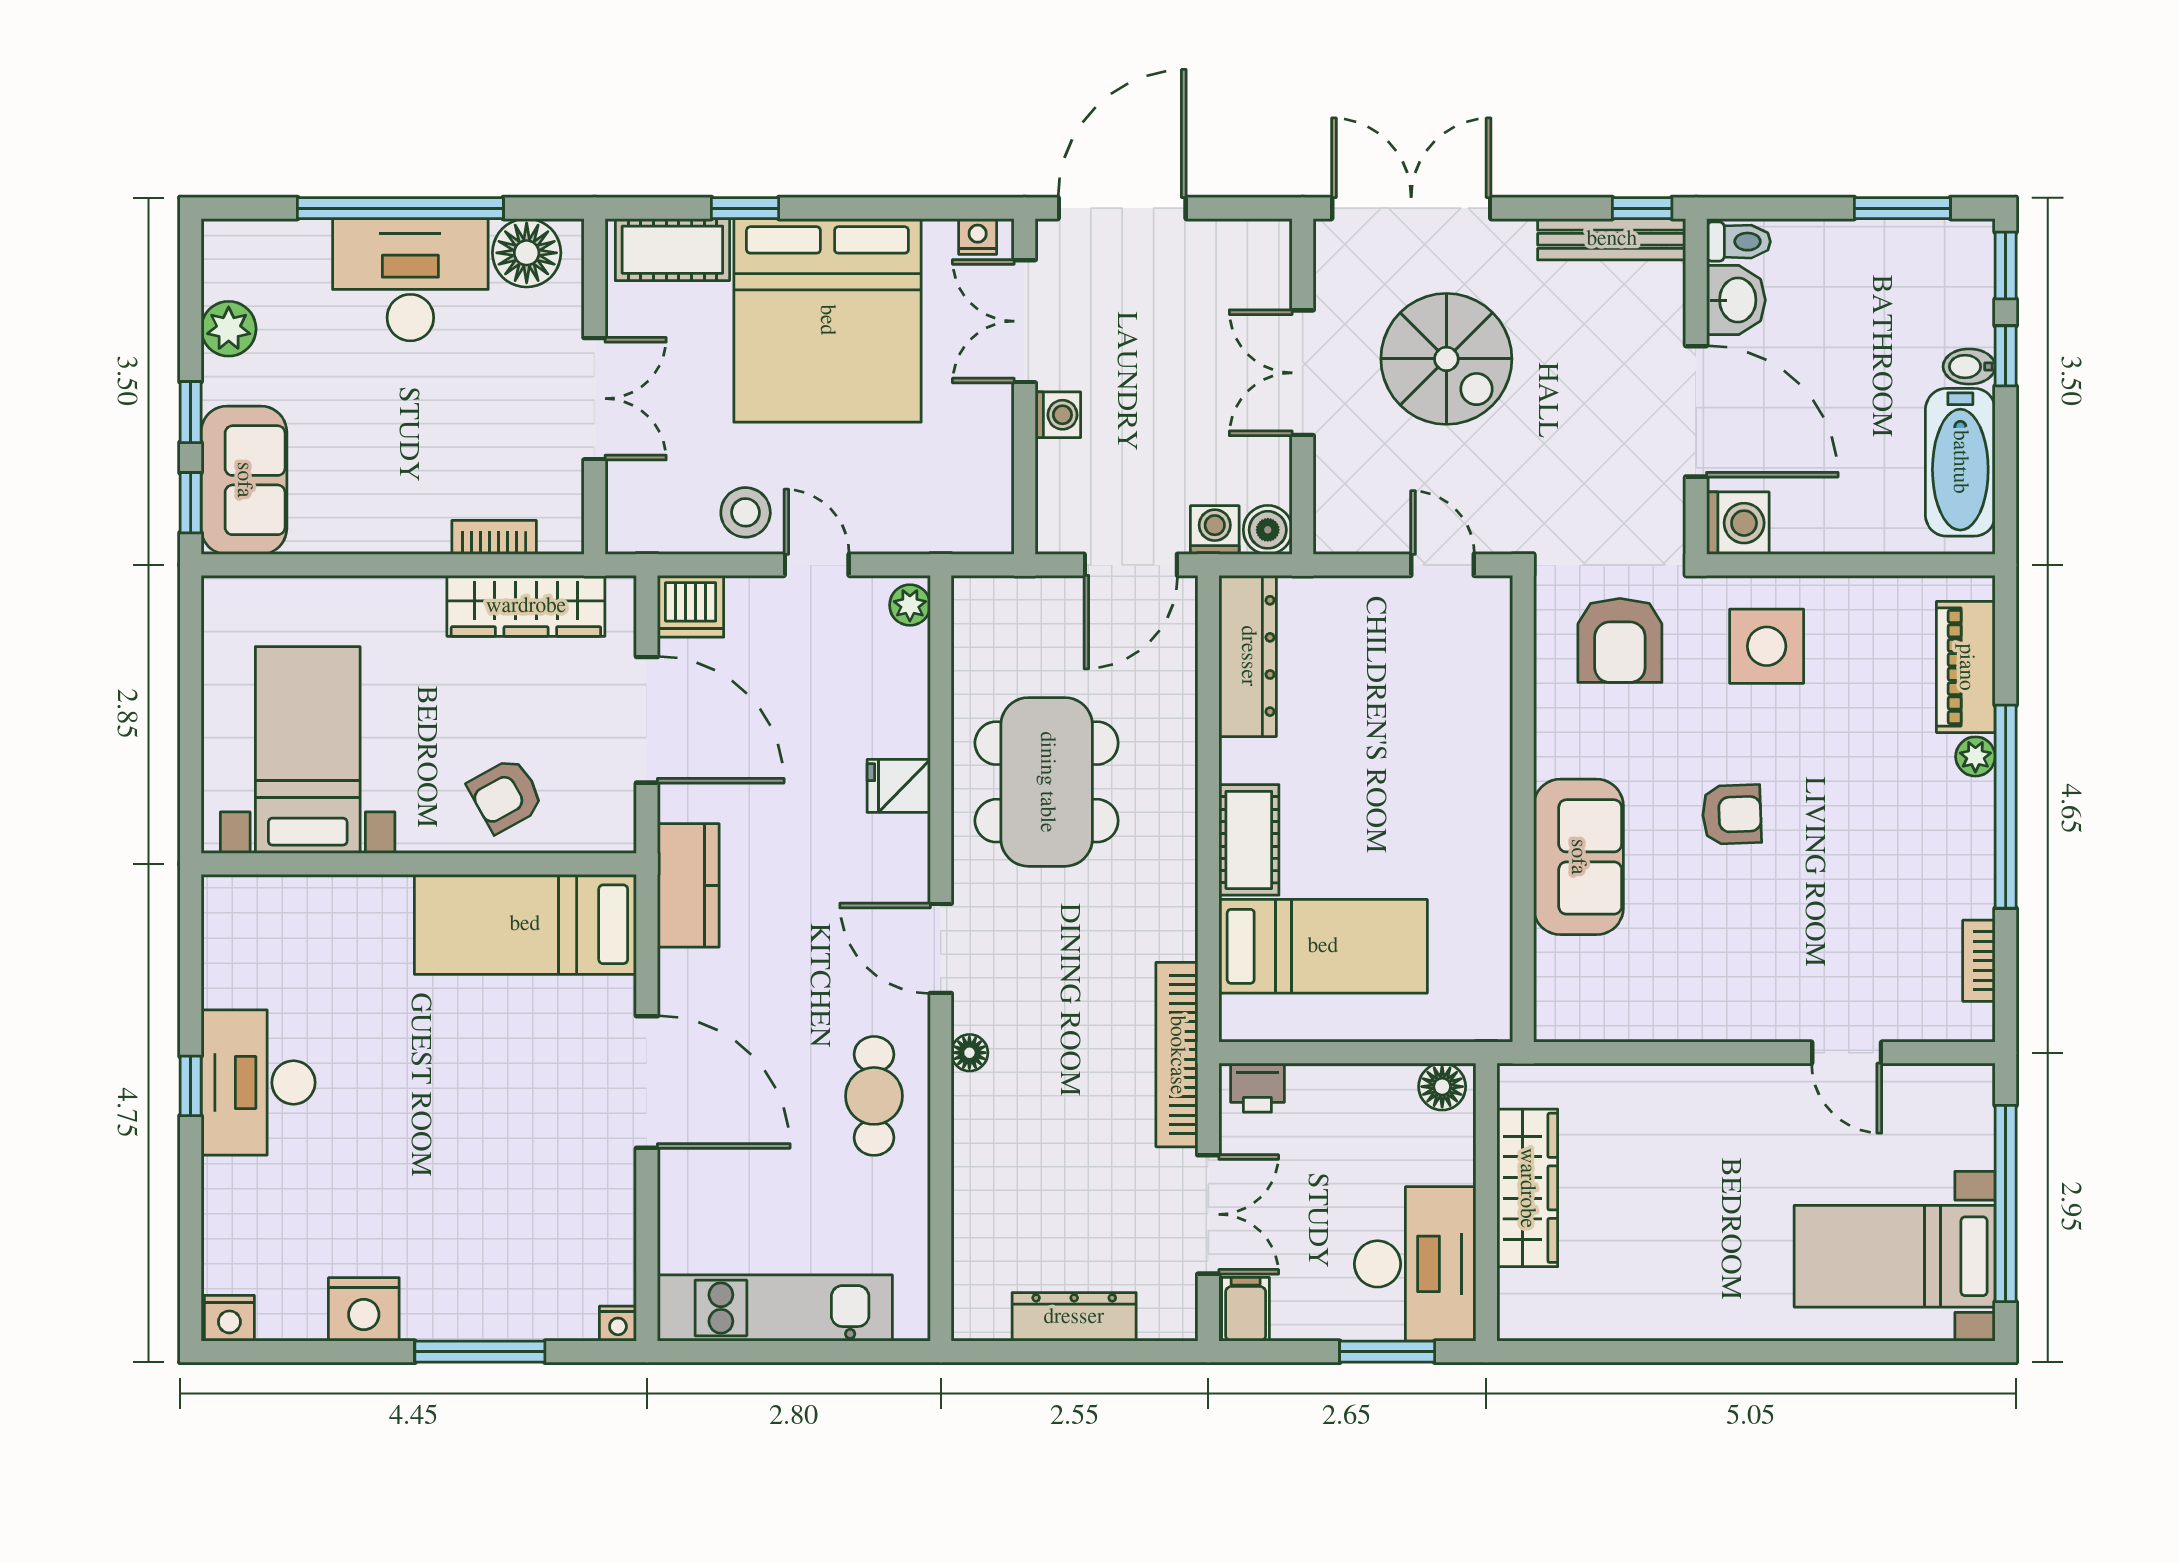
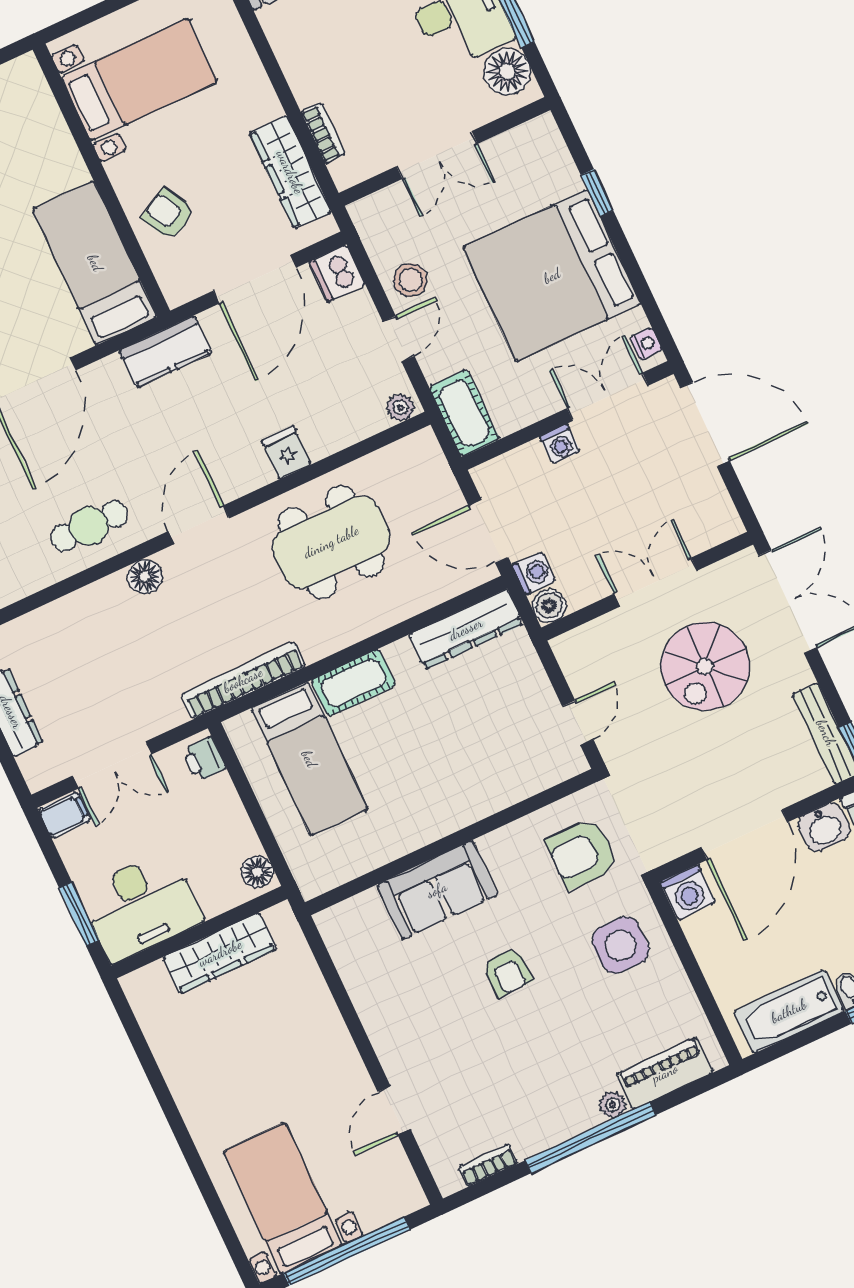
cot: (672, 250) -> (464, 413), moved
floor lamp: (969, 1053) -> (145, 576), width x1.37, depth x1.37
bookcase: (1177, 1055) -> (243, 680), moved

